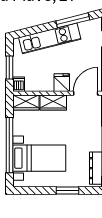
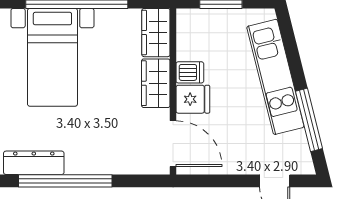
dishwasher: (19, 84) -> (190, 72), moved

